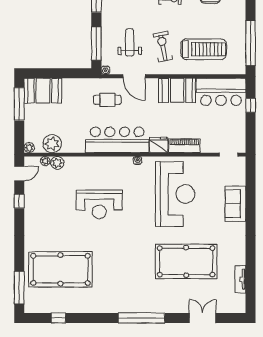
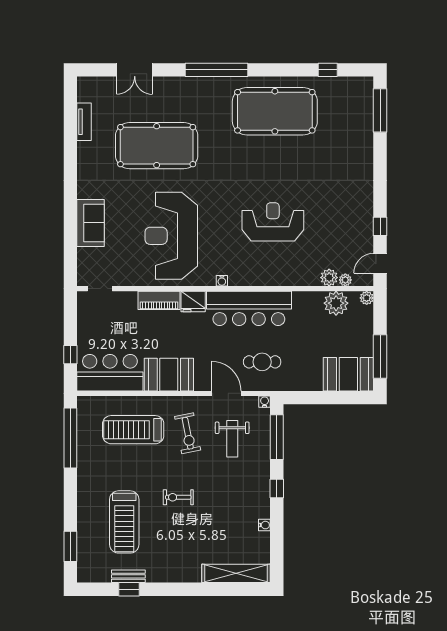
pool table: (60, 269) -> (275, 111), moved

